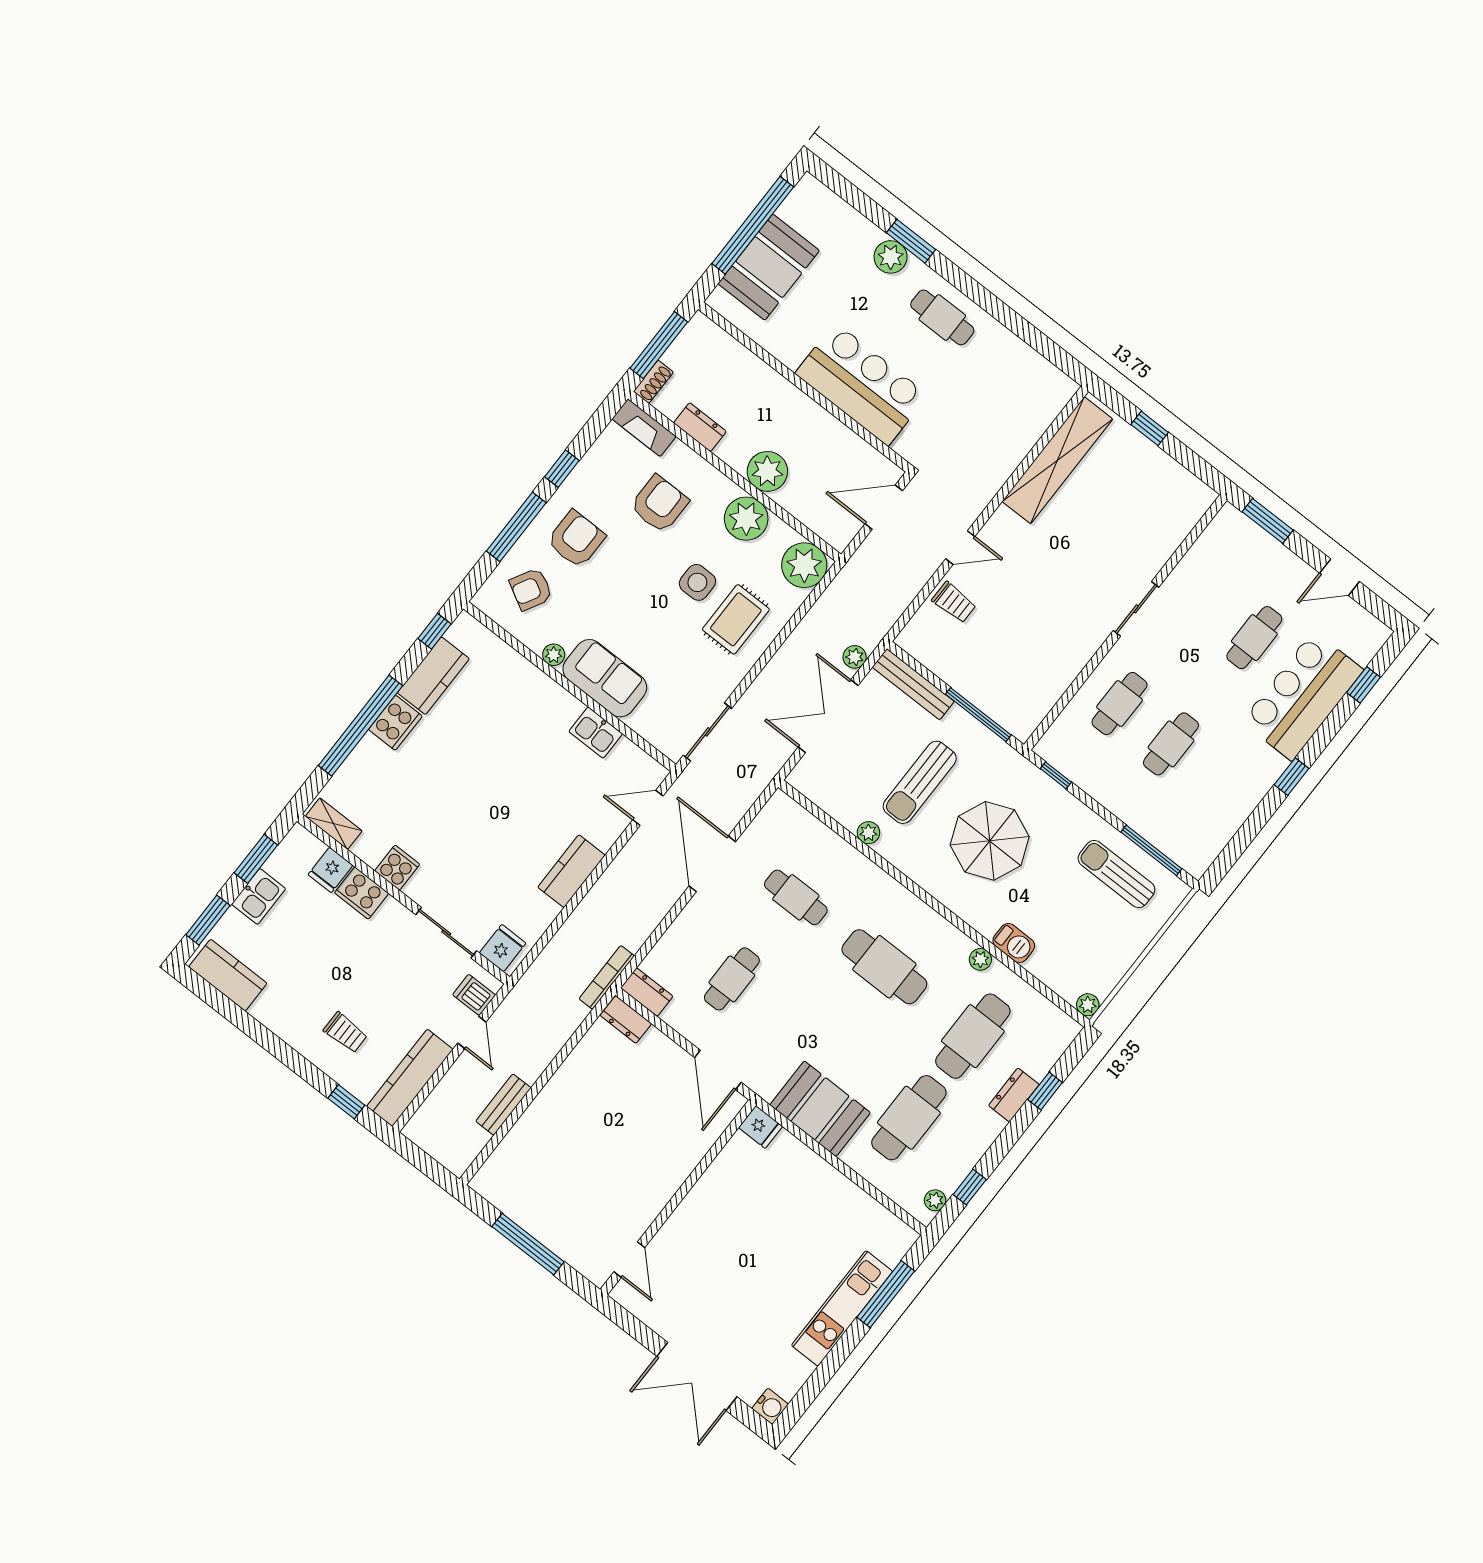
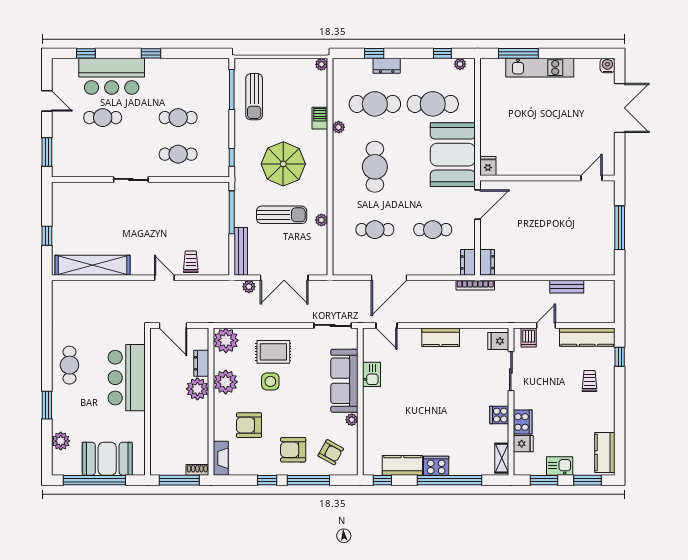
plant: (891, 257) -> (61, 441), moved
dresser: (700, 427) -> (201, 363), moved
sofa: (605, 678) -> (344, 381), width x1.36
cafe table: (796, 897) -> (375, 230), turned 90
booth: (820, 1109) -> (453, 155), width x1.36, depth x1.42

